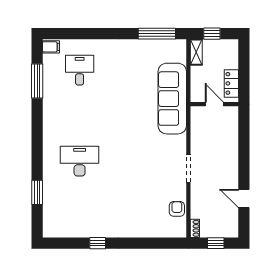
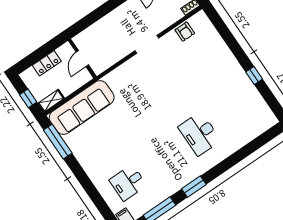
locker: (231, 83) -> (47, 63), moved
sofa: (172, 99) -> (82, 108), moved
window: (37, 192) -> (194, 187), moved
armchair: (177, 209) -> (185, 32), turned -90

